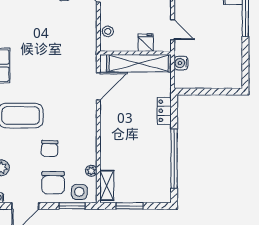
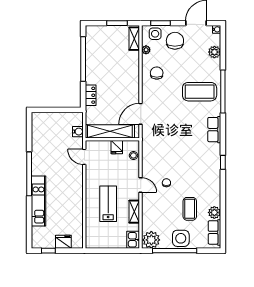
fridge: (146, 43) -> (117, 147), moved
chair: (50, 149) -> (157, 73), moved

